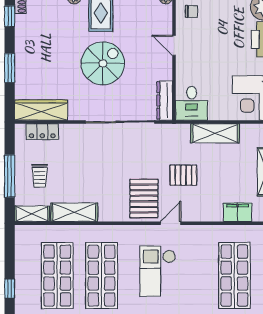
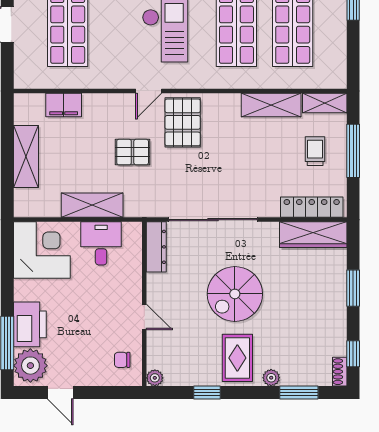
desk: (192, 103) -> (101, 243), moved
locker: (42, 132) -> (312, 207), width x1.53

